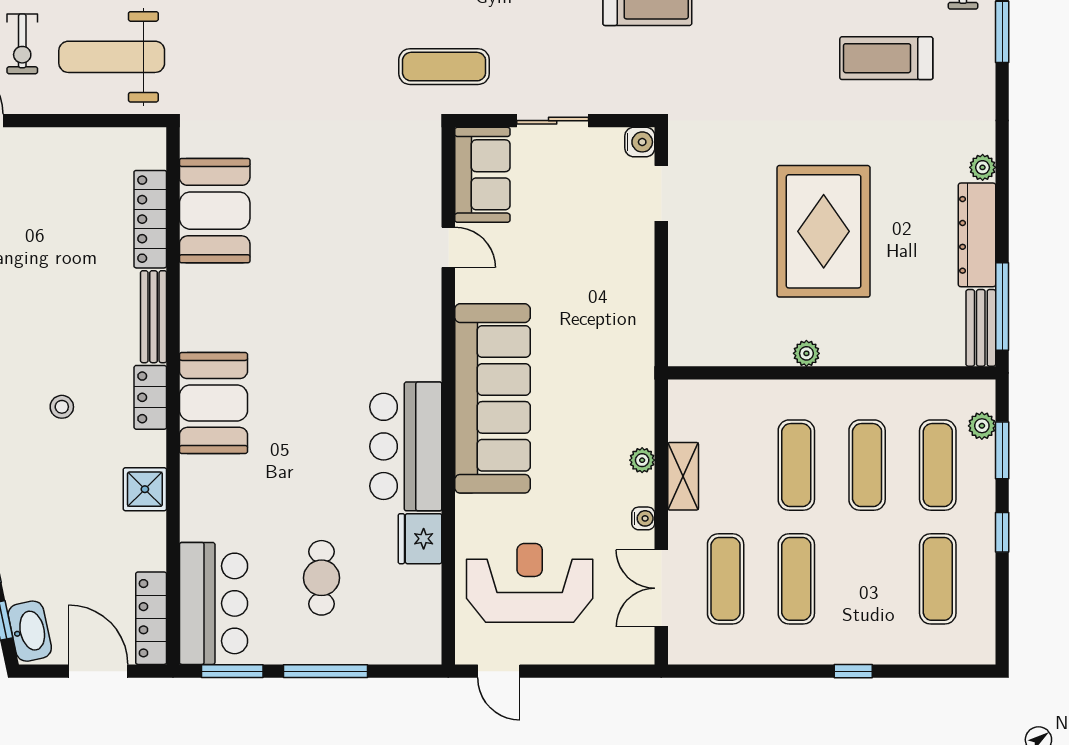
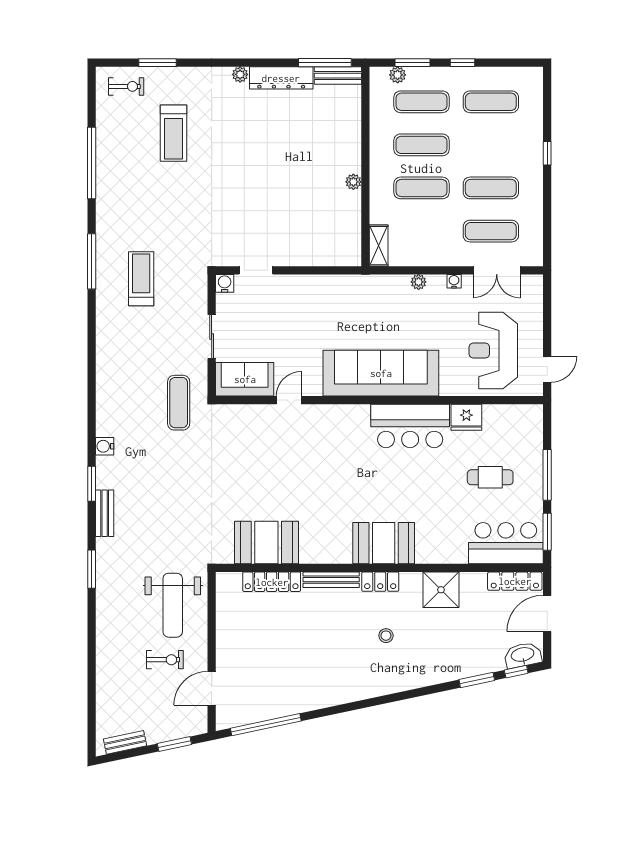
rug: (824, 231) -> (279, 171), removed
shelving: (683, 476) -> (379, 246), moved, turned 90
shower: (145, 489) -> (441, 590), width x1.36, depth x1.36

